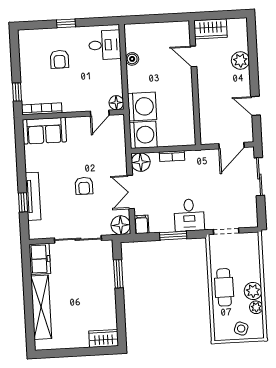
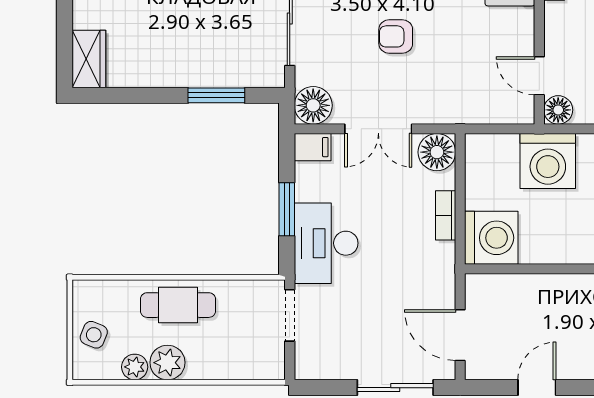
washing machine: (143, 135) -> (491, 238), moved, turned -90
double door: (131, 192) -> (378, 129), swing flipped
desk: (189, 215) -> (326, 243), width x1.37

